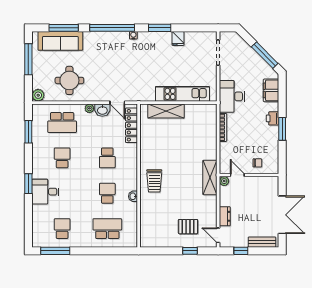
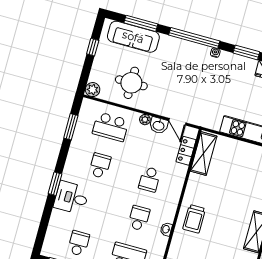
window: (28, 59) -> (93, 47), width x0.46
shelving: (166, 111) -> (204, 154), moved, turned 90
locker: (132, 125) -> (186, 151), width x0.66

